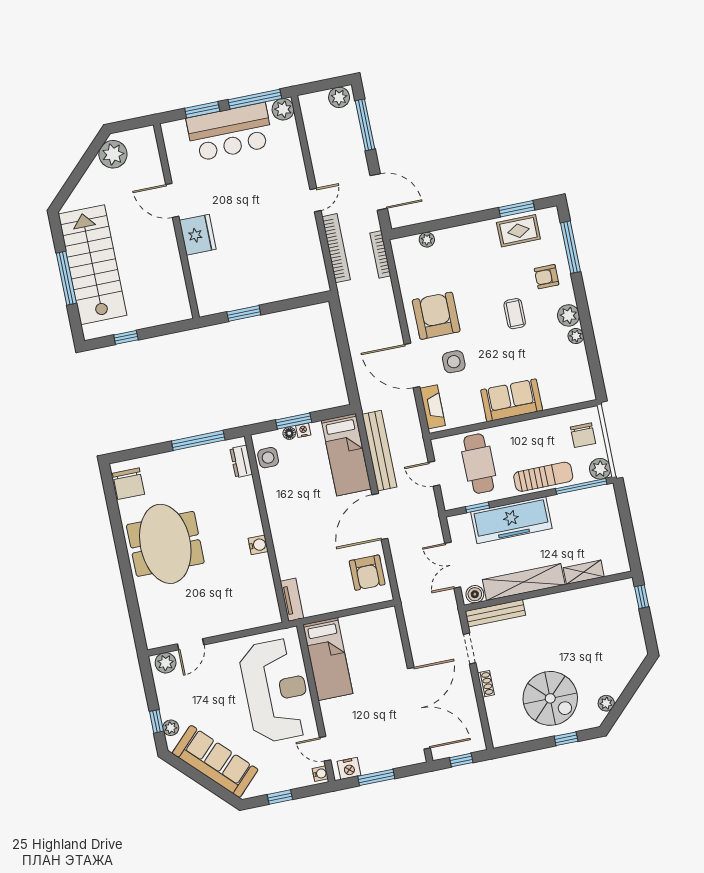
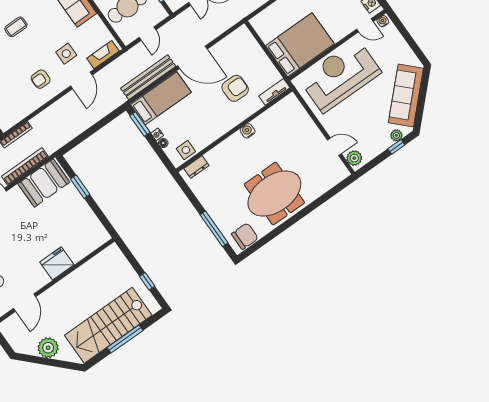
plant: (113, 154) -> (48, 348), moved
door: (172, 200) -> (25, 303), moved
booth: (305, 263) -> (44, 183), added
window: (244, 313) -> (80, 187), moved
armchair: (436, 316) -> (41, 79), width x0.53, depth x0.53
door: (412, 366) -> (81, 81), width x0.73
window: (294, 421) -> (140, 124), moved
window: (198, 440) -> (214, 229), moved
armchair: (367, 573) -> (235, 88), moved
bed: (328, 659) -> (300, 45), width x1.50
door: (325, 749) -> (365, 25), hinge flipped
window: (280, 797) -> (411, 41), removed

